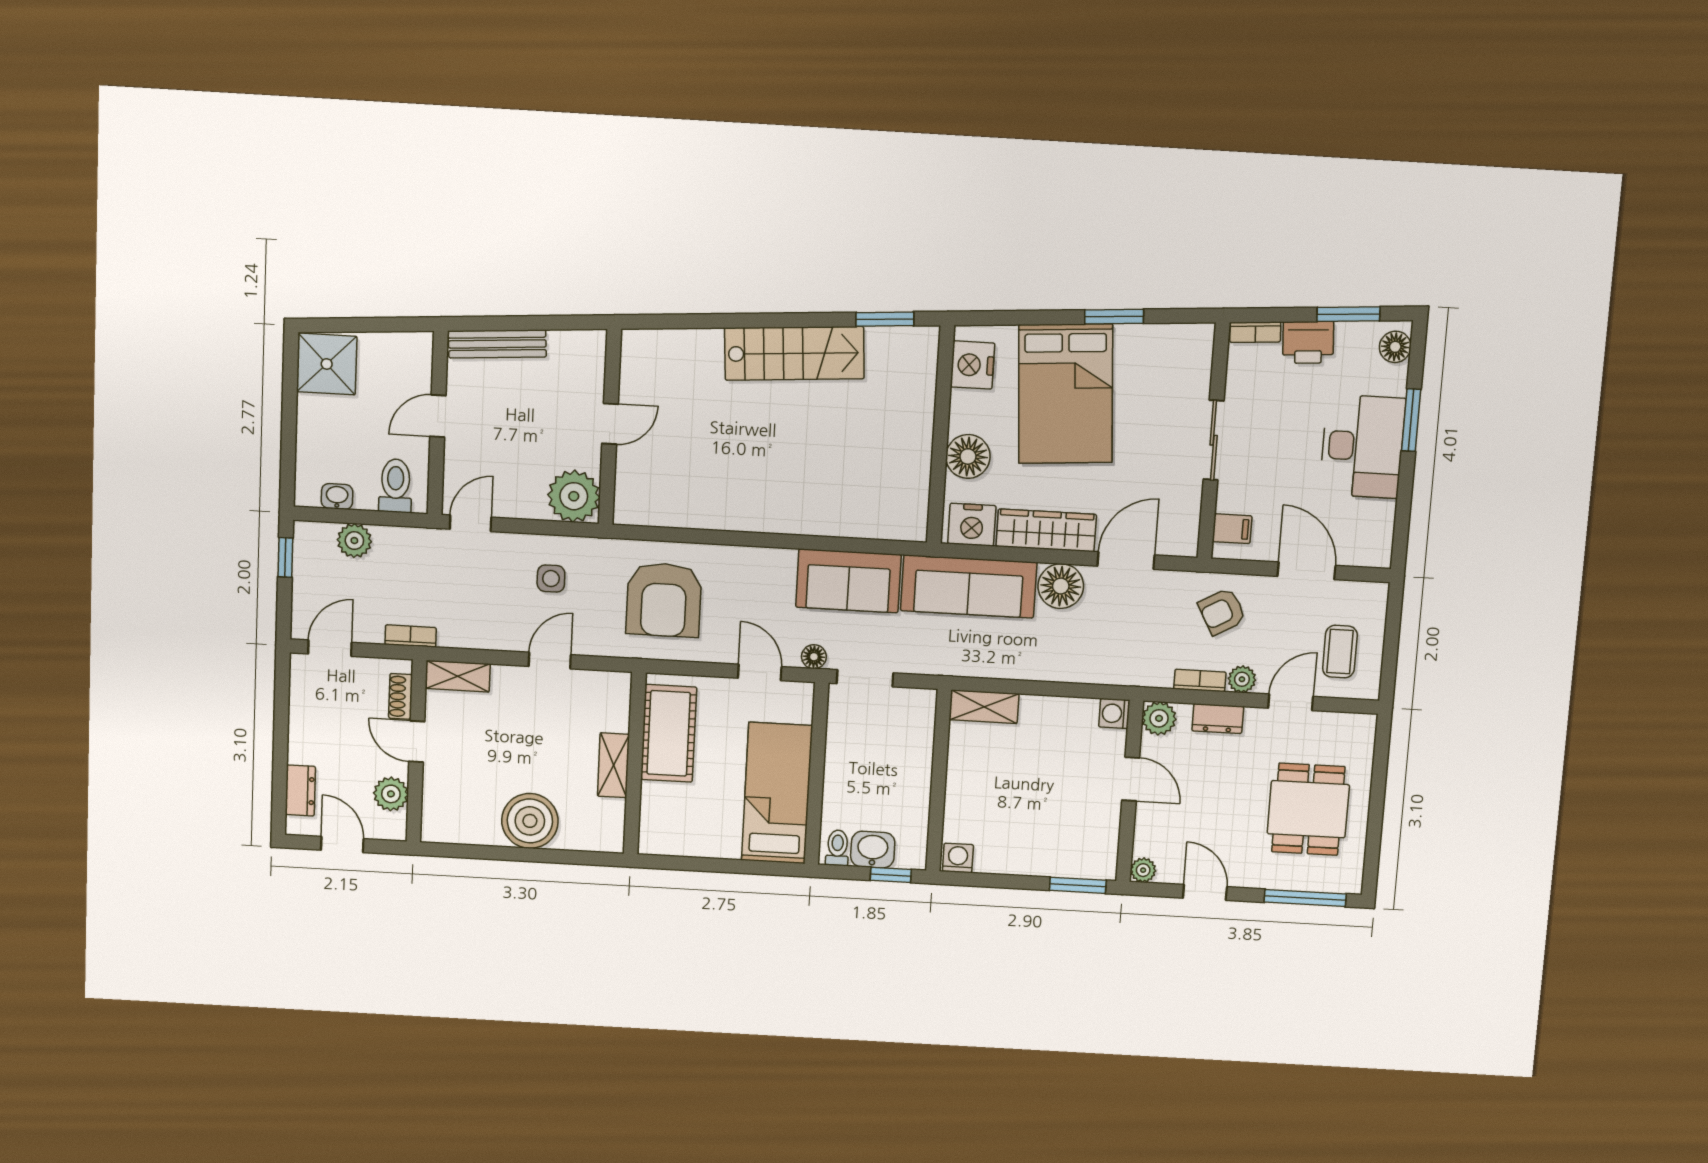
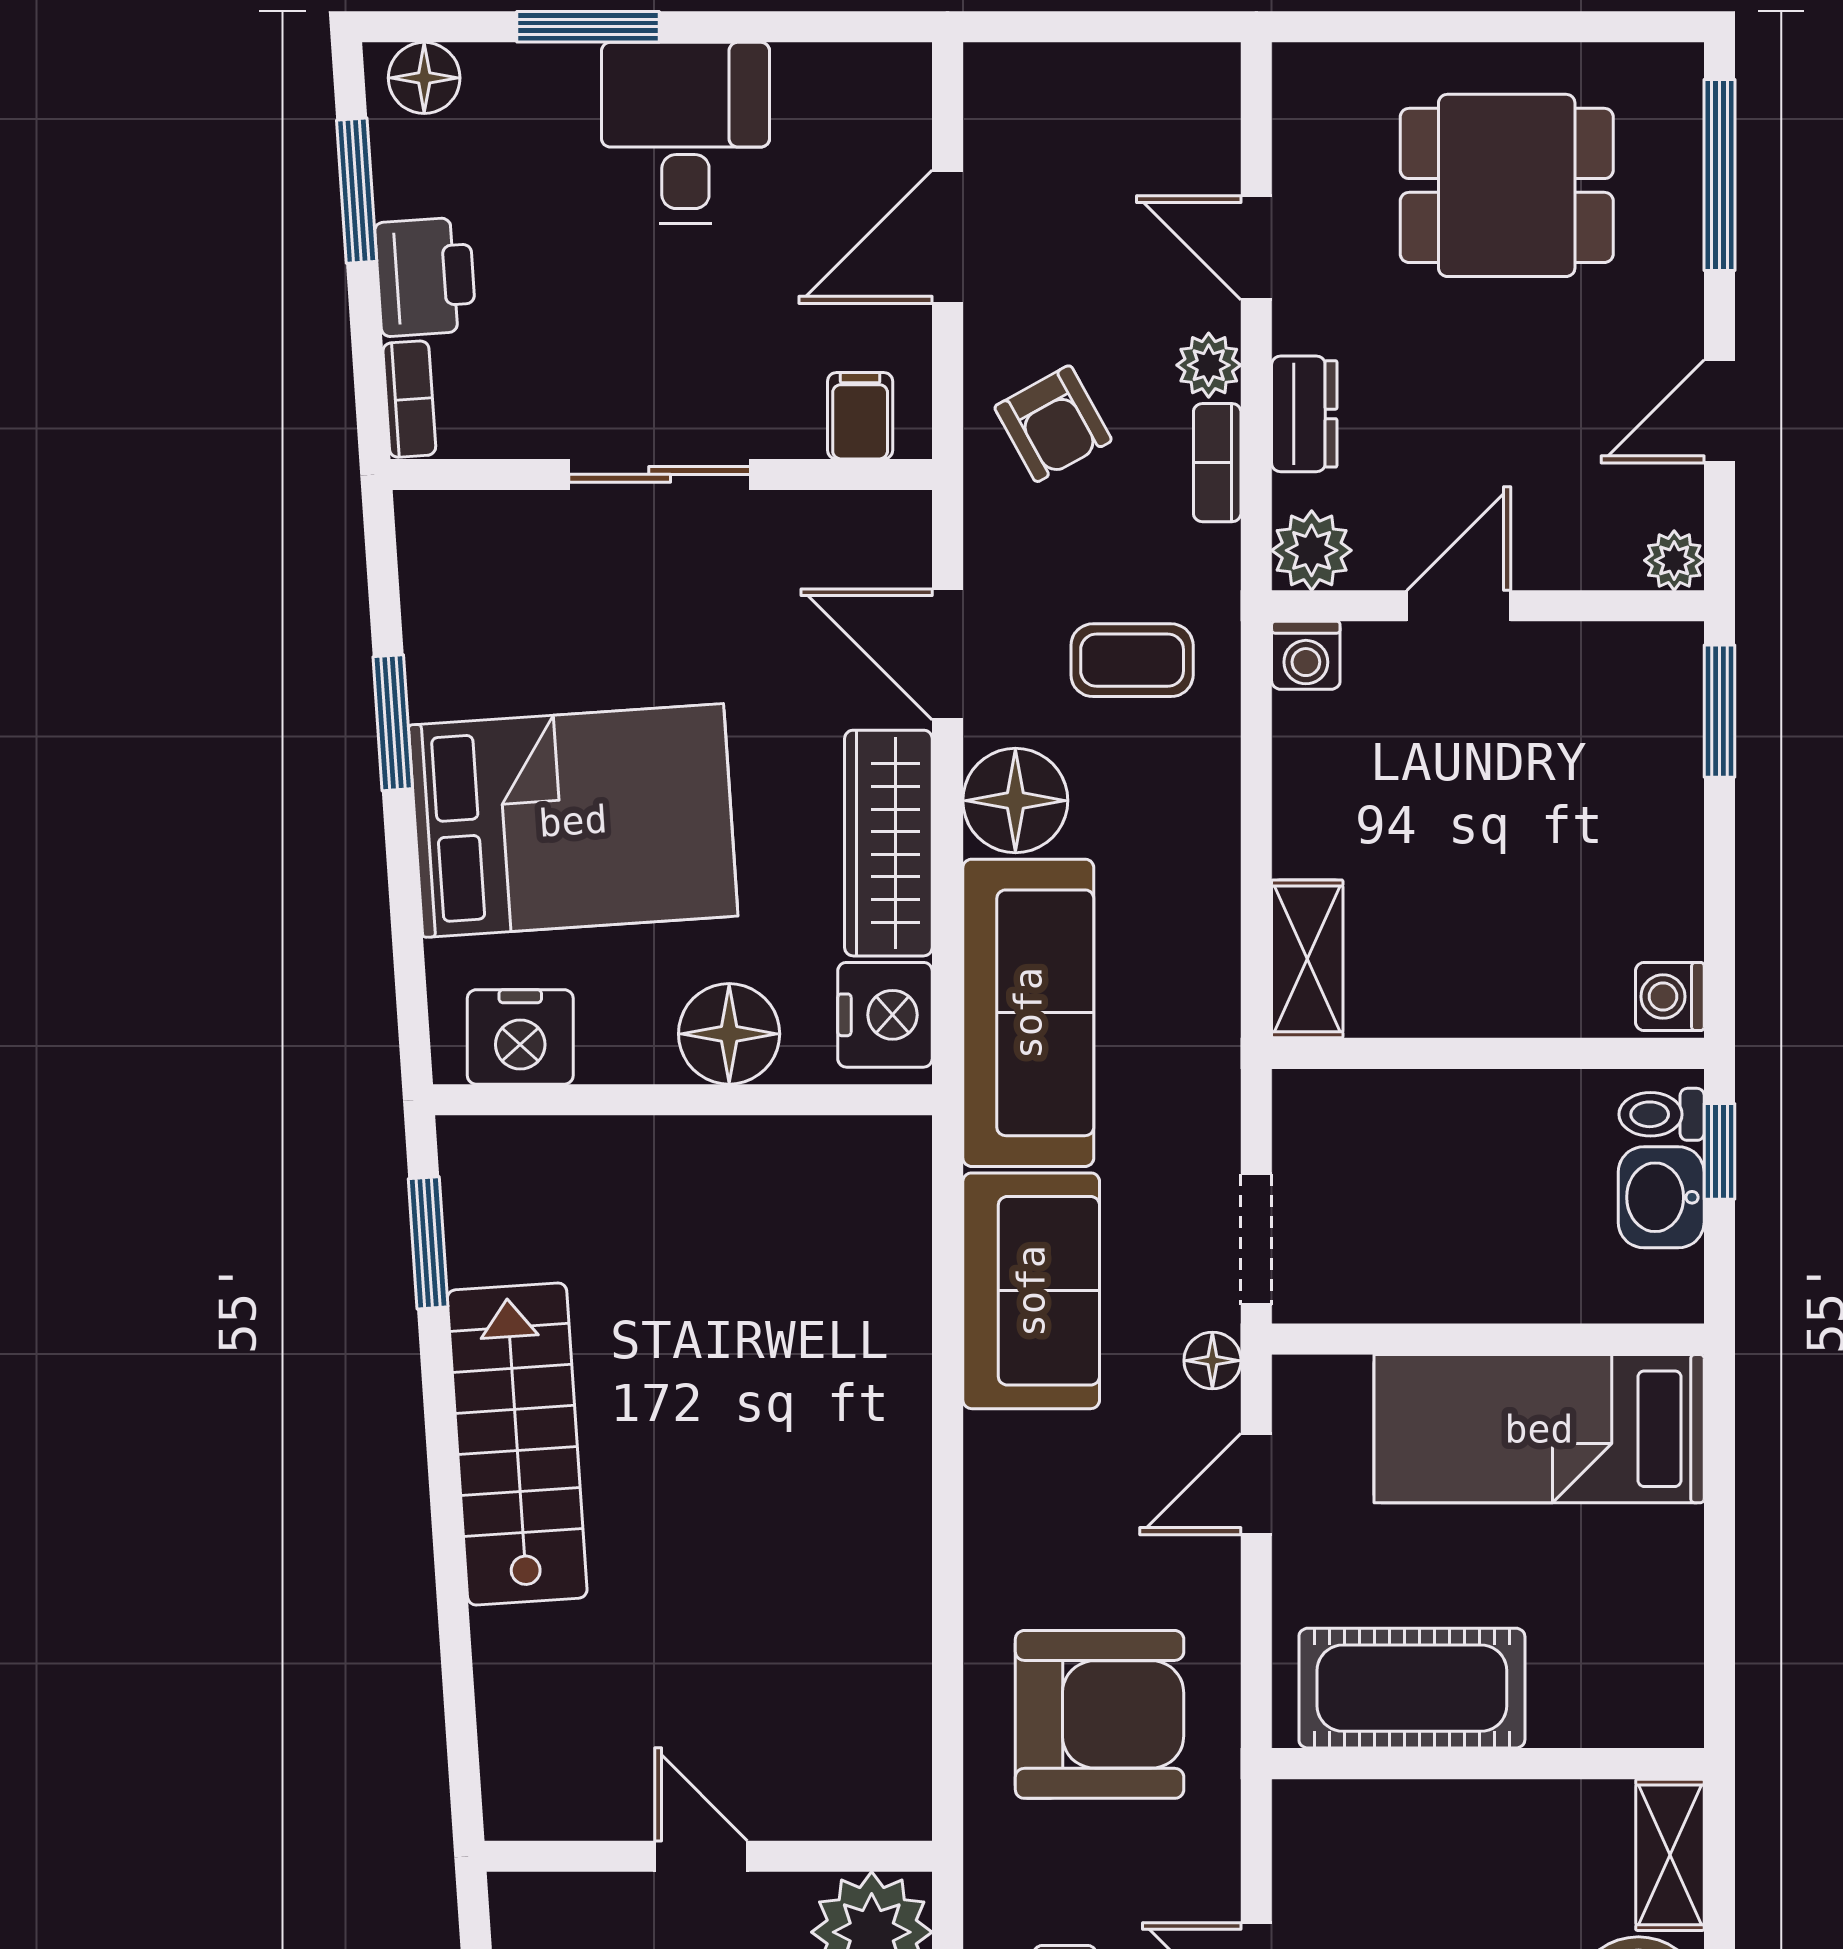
desk: (1362, 446) -> (685, 133), width x0.73
coffee table: (1340, 652) -> (1132, 660), moved
shelving: (613, 765) -> (1670, 1855), moved, turned 90
toilet: (837, 848) -> (1662, 1114), moved

